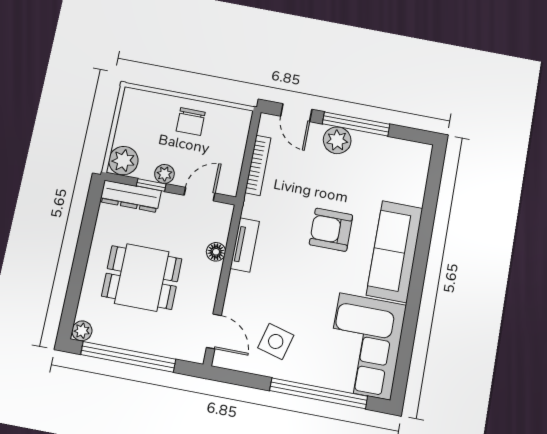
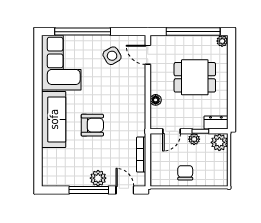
dresser: (131, 196) -> (216, 122), width x0.70
tv unit: (245, 245) -> (140, 107), removed
side table: (276, 341) -> (112, 56), turned 45

